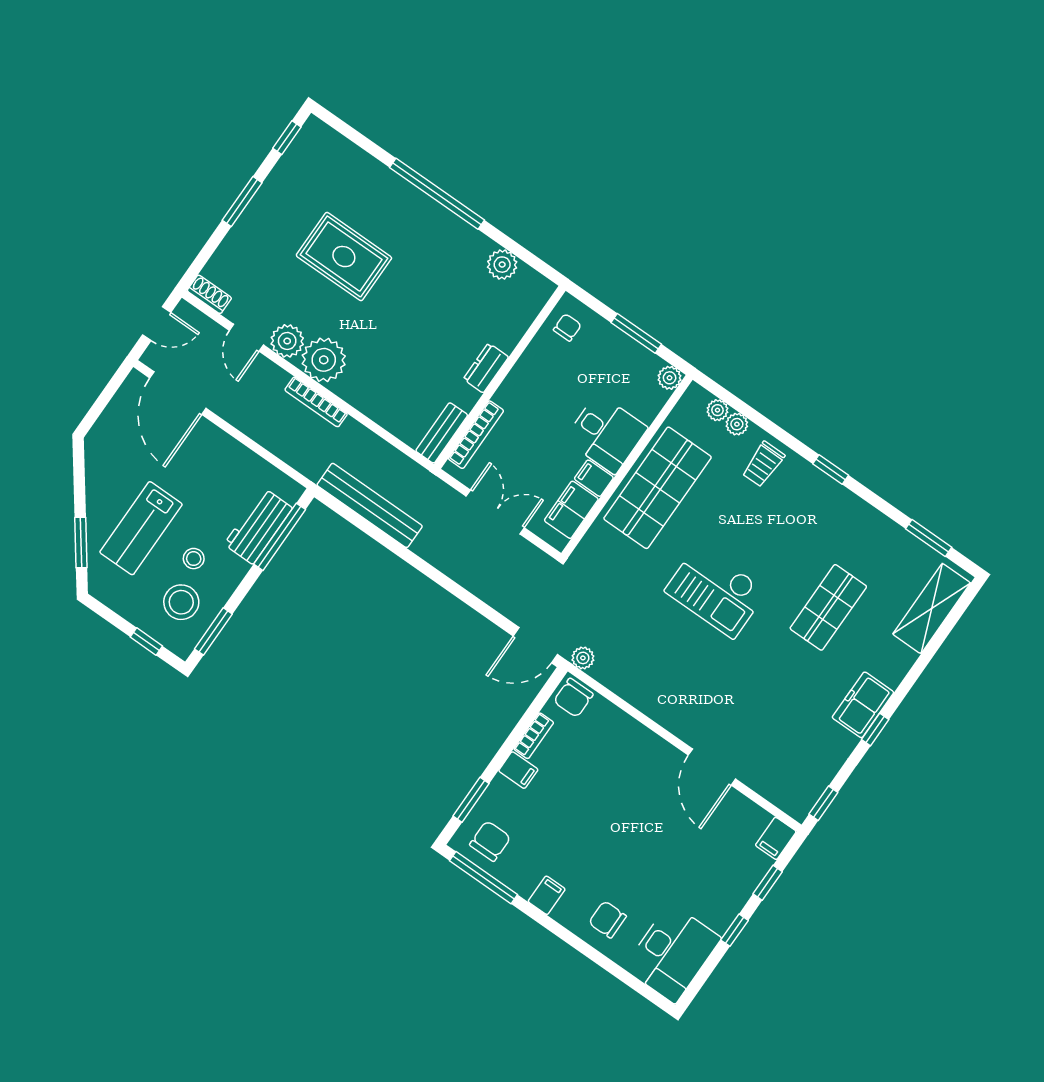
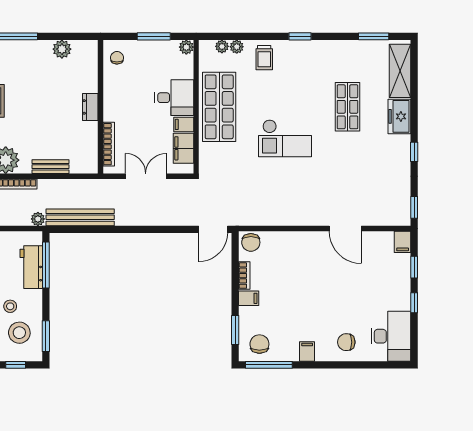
bench: (442, 433) -> (50, 167), moved, turned 90
plant: (583, 658) -> (38, 219), moved
freezer: (863, 705) -> (399, 116), moved

